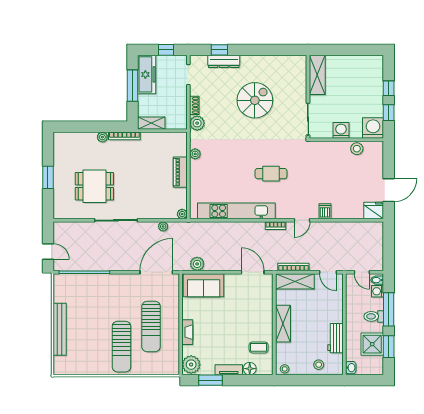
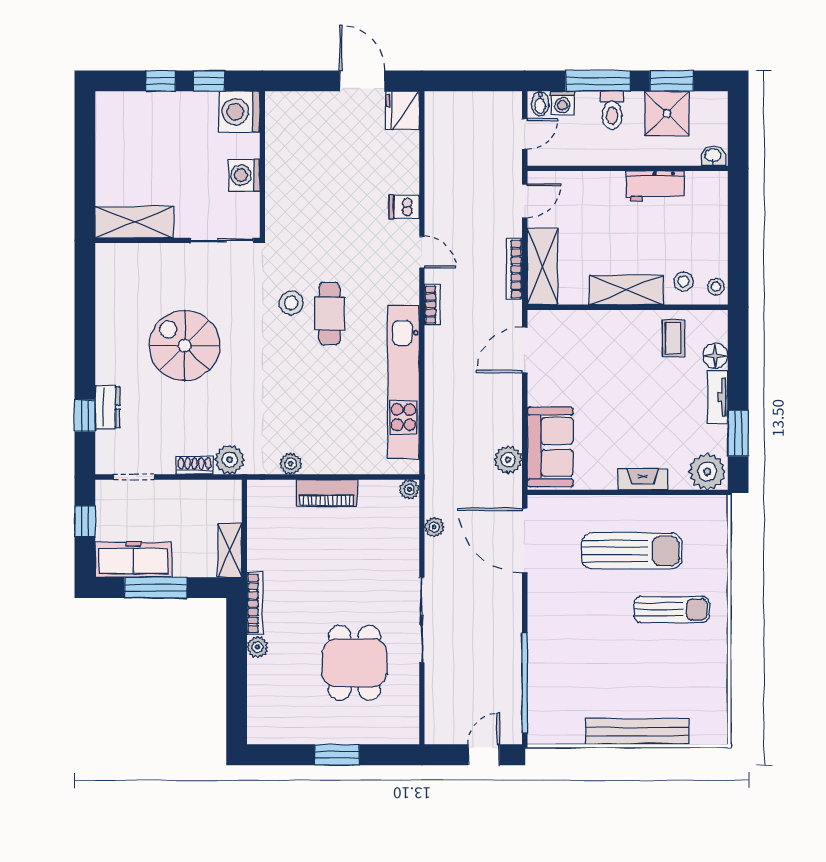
dresser: (224, 61) -> (108, 407), width x0.70
stool: (357, 149) -> (291, 303), moved
sun lounger: (121, 347) -> (672, 609), width x0.73, depth x0.75
stool: (319, 365) -> (683, 282), moved

